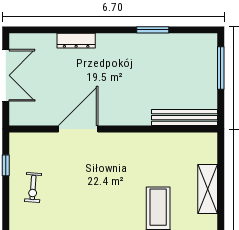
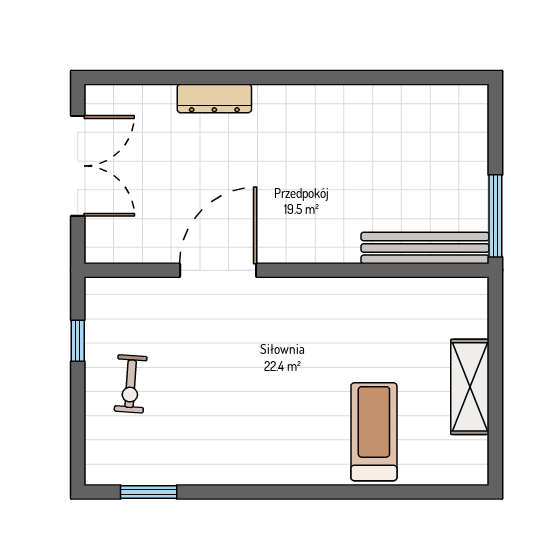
window: (153, 30) -> (363, 78), removed
window: (221, 68) -> (495, 216), moved

